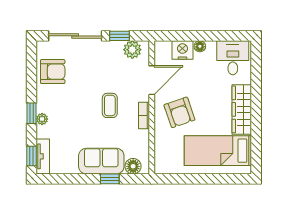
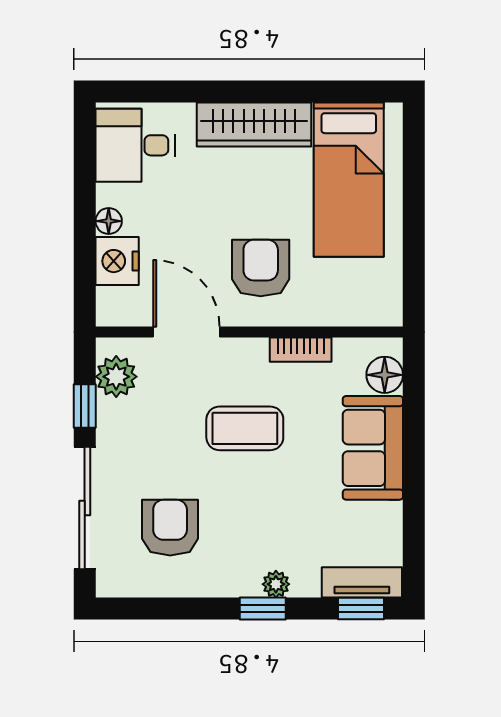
armchair: (53, 72) -> (170, 528), moved
coffee table: (110, 105) -> (245, 428), width x1.36, depth x1.30
armchair: (179, 112) -> (261, 268), turned -71
bookcase: (144, 115) -> (301, 350), moved
window: (110, 179) -> (414, 428), removed

